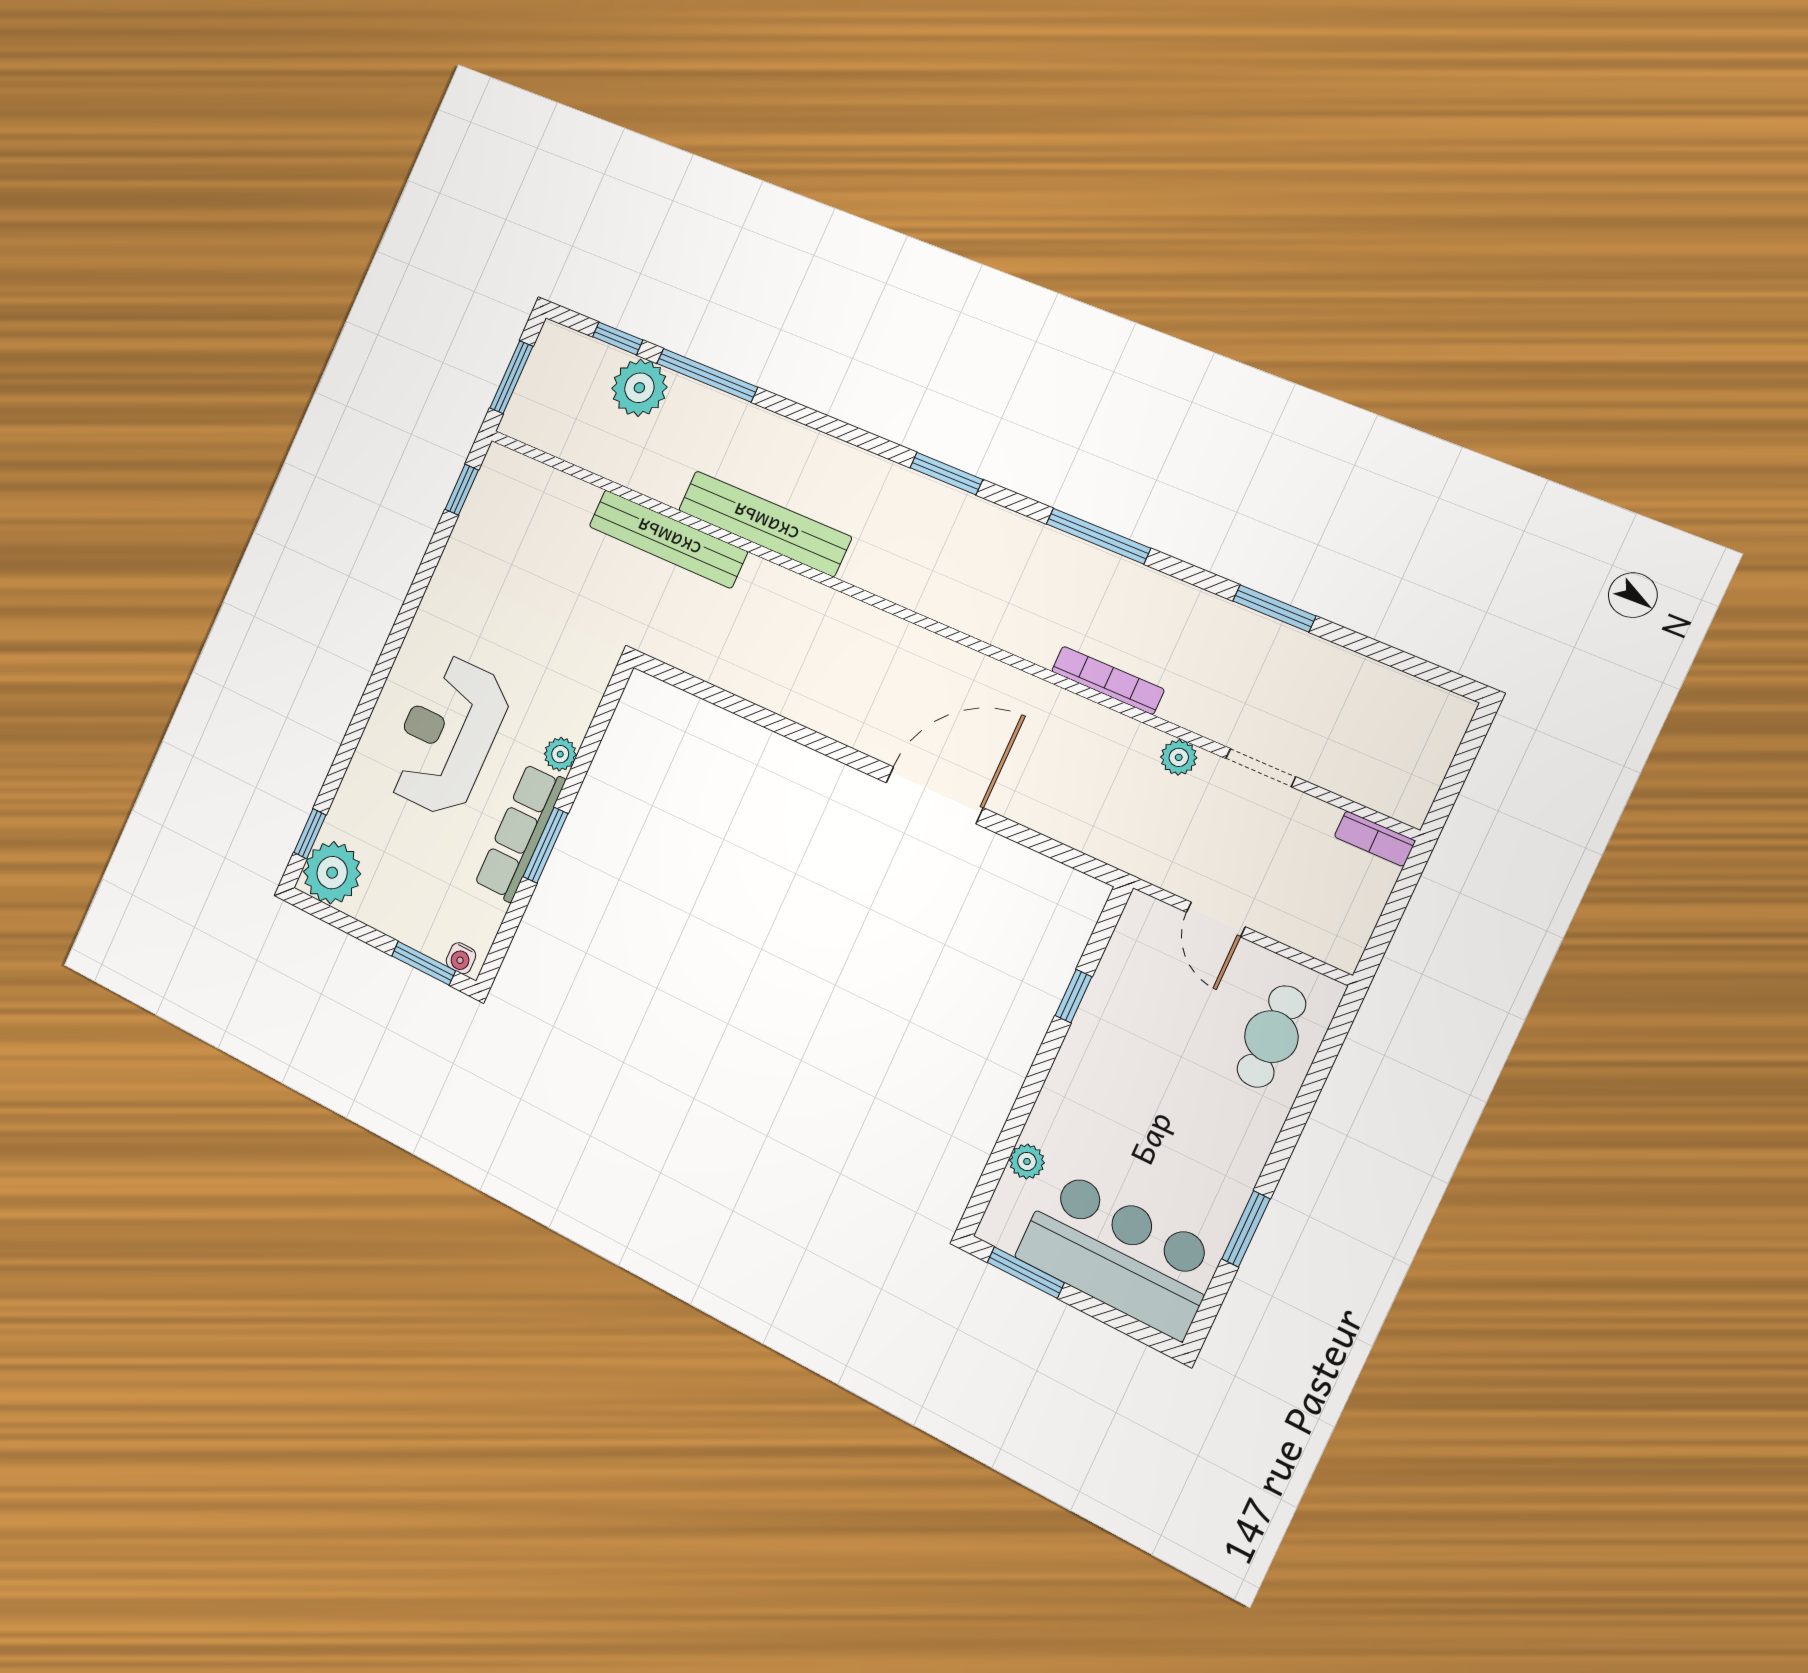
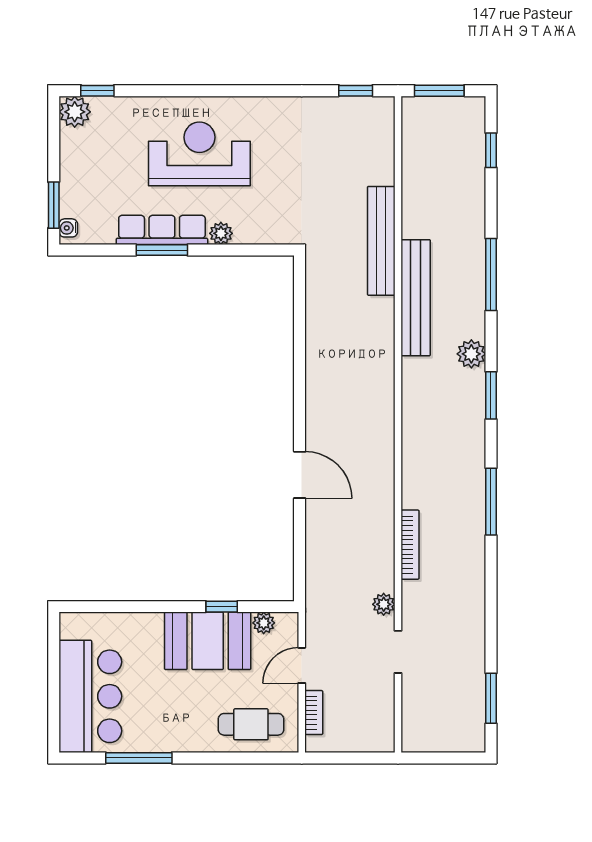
window: (707, 375) -> (491, 275), moved
plant: (639, 388) -> (471, 354), moved, width x0.73, depth x0.73
window: (1274, 608) -> (491, 698), moved
door: (935, 795) -> (300, 475), width x0.73
bookcase: (1375, 839) -> (314, 713), moved, turned 180
plant: (332, 873) -> (75, 112), width x0.73, depth x0.73
booth: (1115, 1041) -> (208, 641), added
plant: (1027, 1161) -> (264, 623), moved
window: (1246, 1229) -> (139, 758), width x1.44
window: (1026, 1273) -> (54, 650), removed

